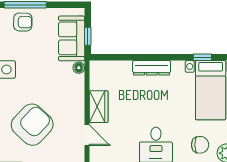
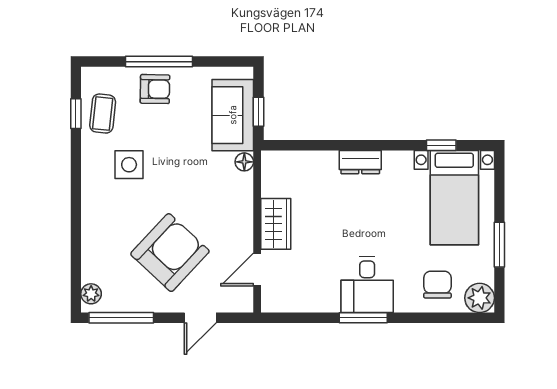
dresser: (152, 68) -> (360, 162), width x0.70
door: (87, 135) -> (257, 270), swing flipped
chair: (200, 145) -> (437, 285), turned -90

